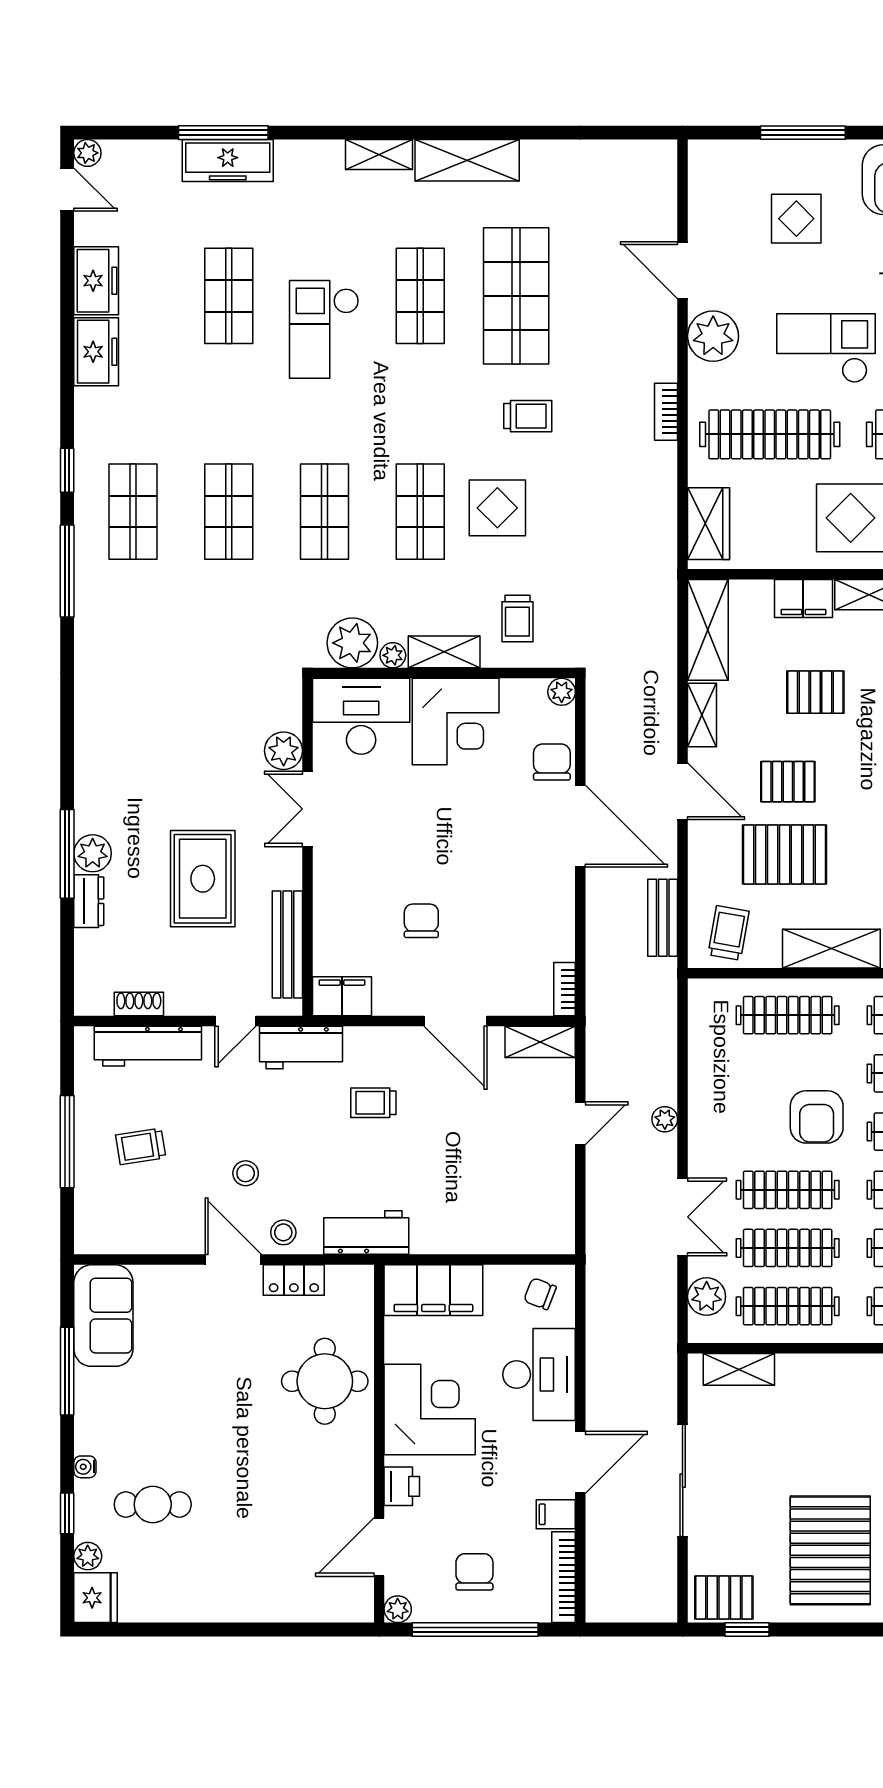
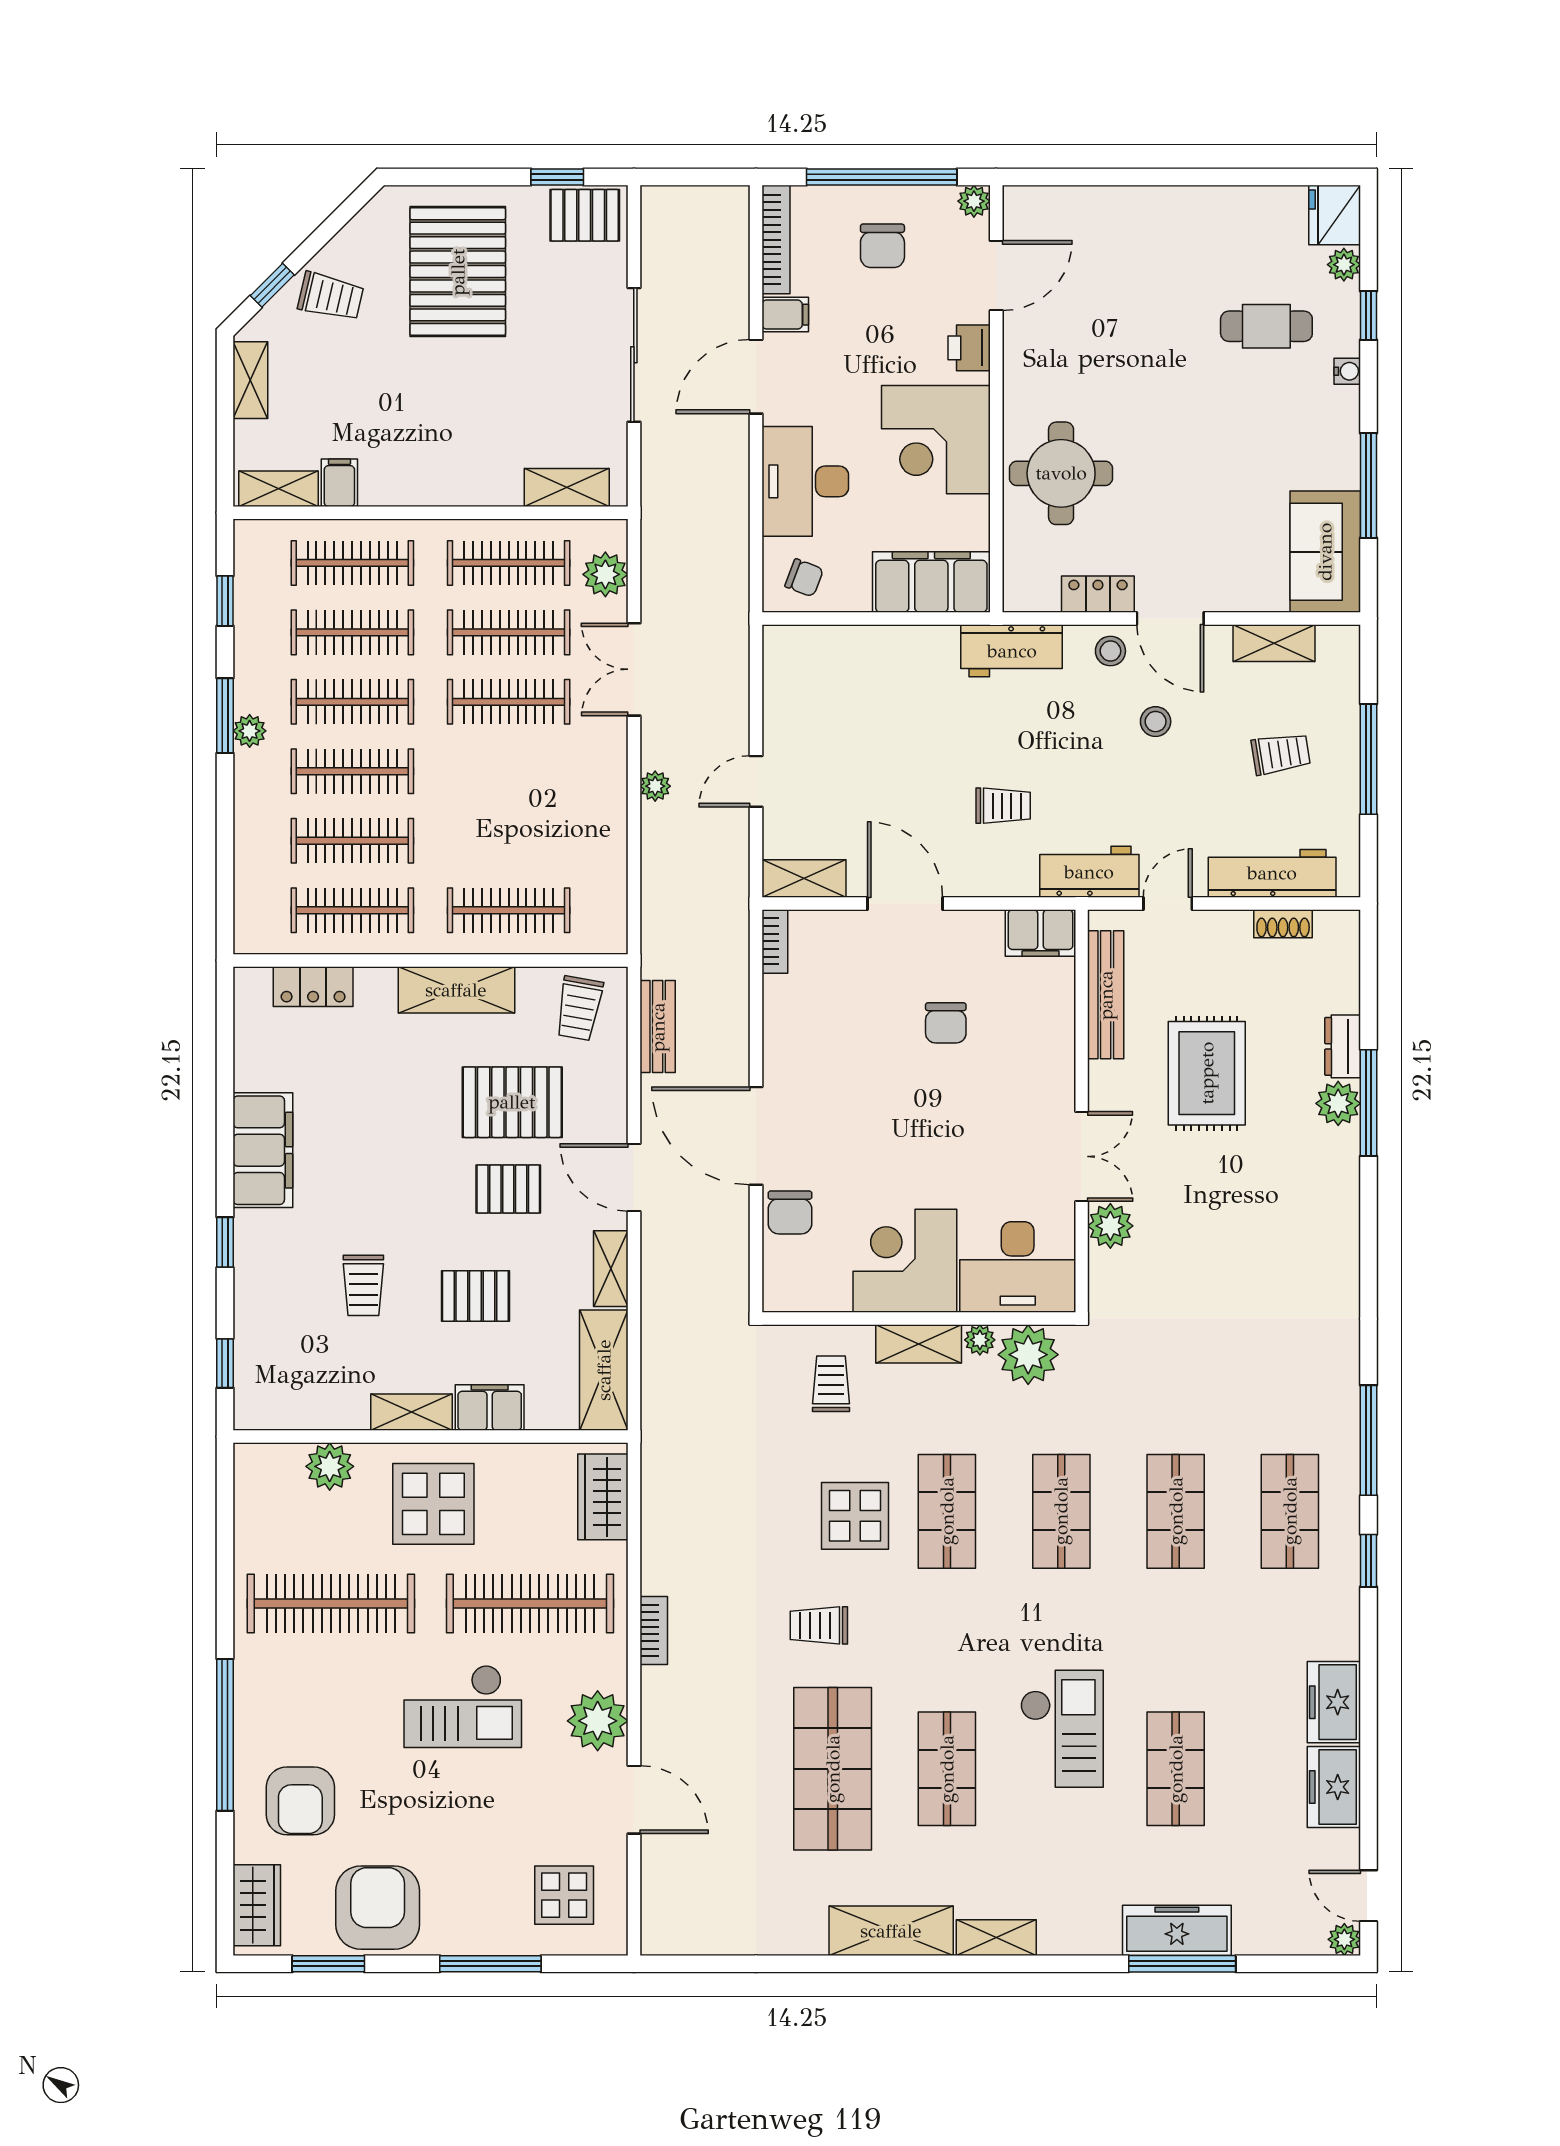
display table: (796, 219) -> (564, 1895), moved
plant: (562, 692) -> (778, 1296), removed
armchair: (817, 1117) -> (474, 789), removed
shelving: (146, 1239) -> (1274, 643), added

